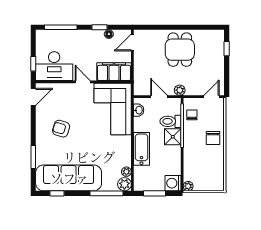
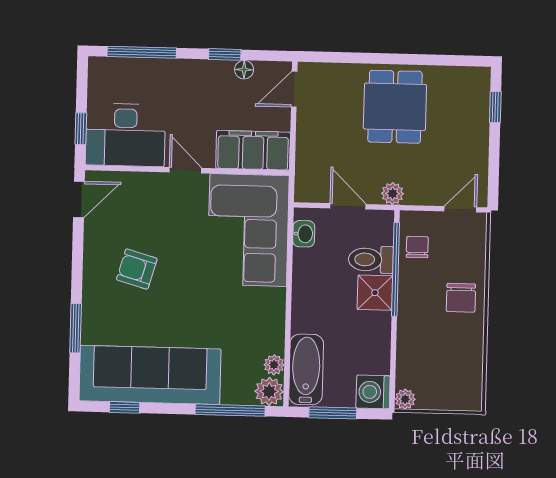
bathtub: (141, 149) -> (306, 369), moved

